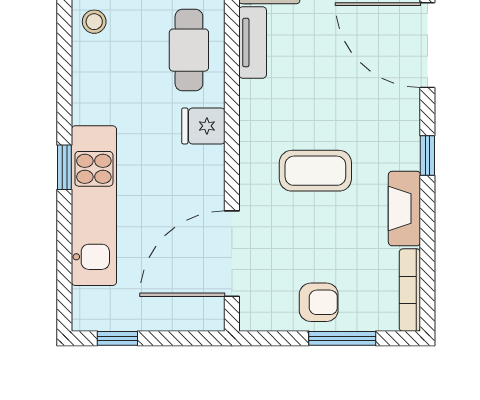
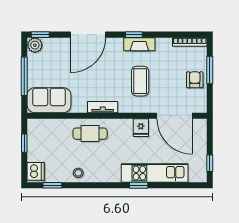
tv unit: (253, 42) -> (103, 107), moved
fridge: (203, 126) -> (141, 128), moved
fireplace: (404, 209) -> (139, 44), moved

